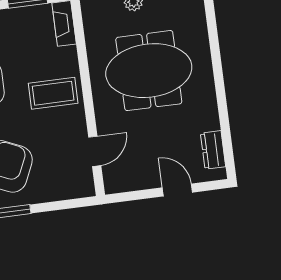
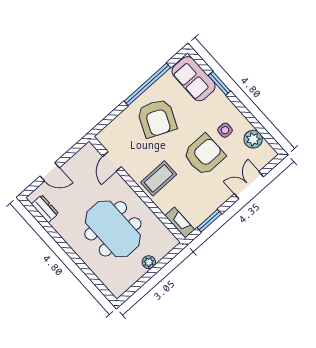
meeting table: (149, 71) -> (113, 229), turned 90

